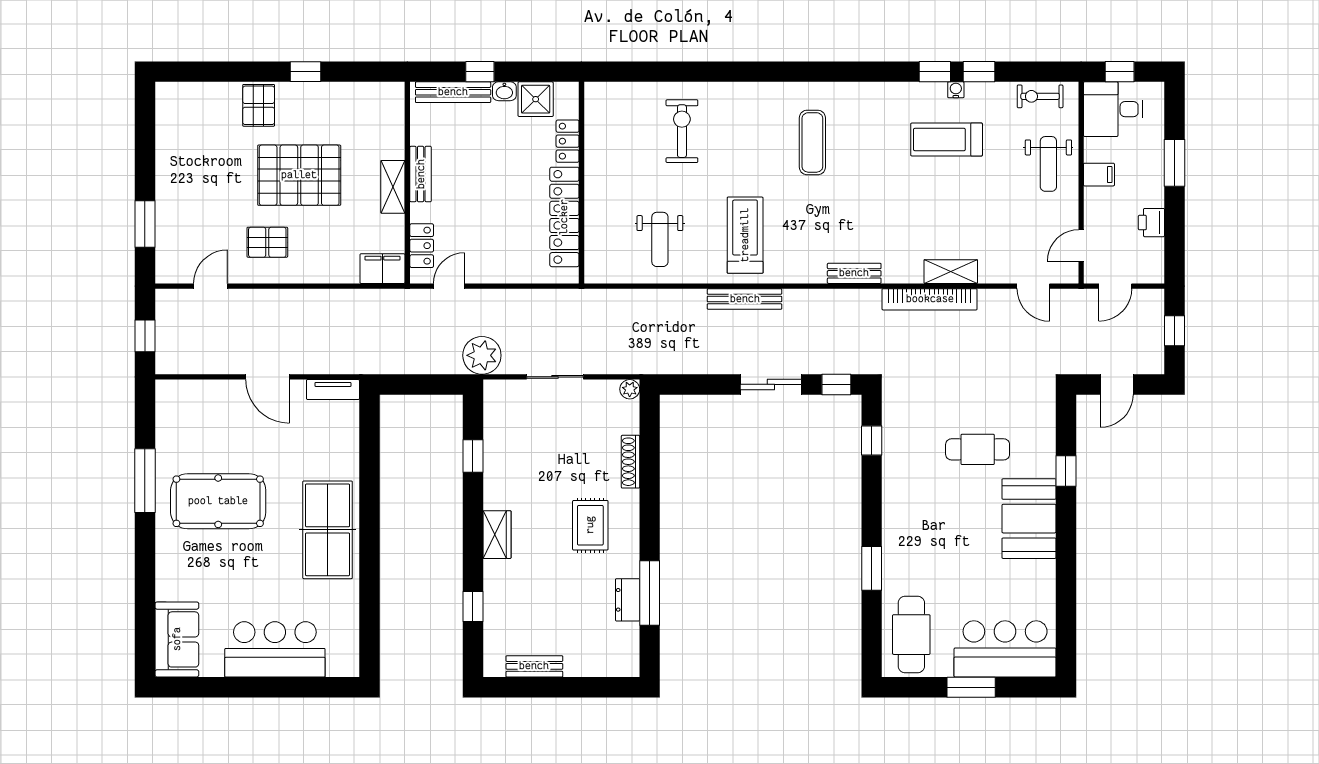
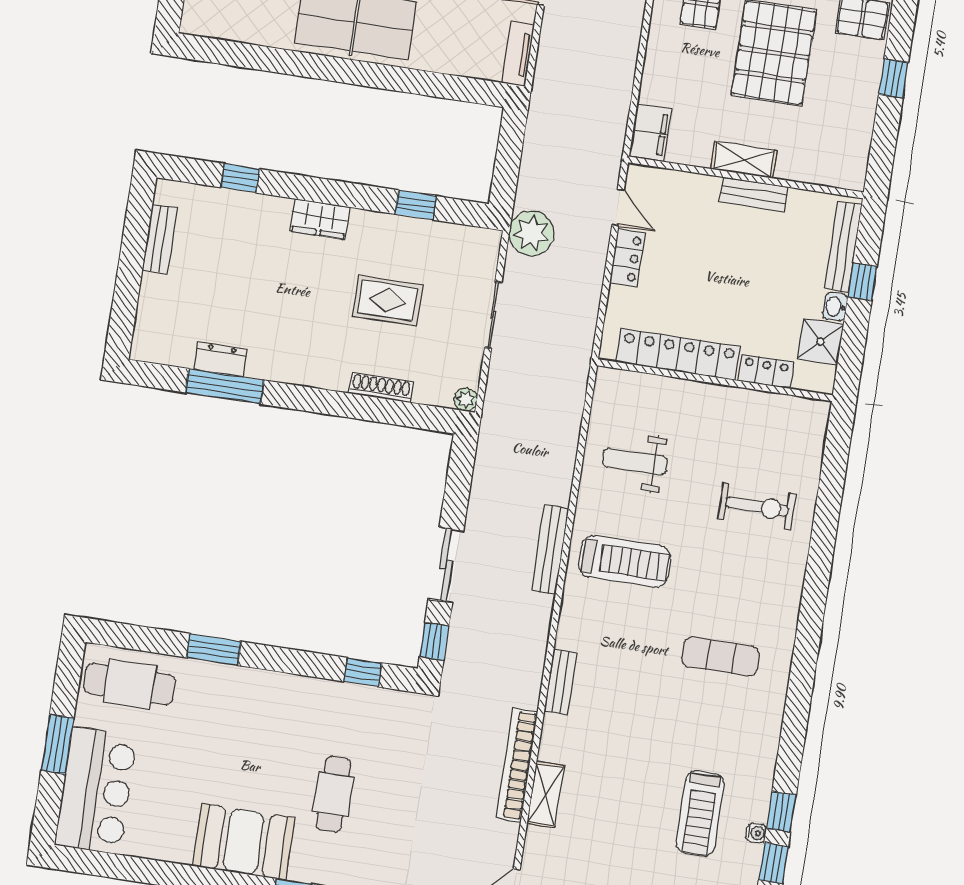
treadmill: (947, 139) -> (700, 813), turned 180
locker: (422, 246) -> (627, 258), moved, turned -90
rug: (590, 525) -> (387, 300), moved

